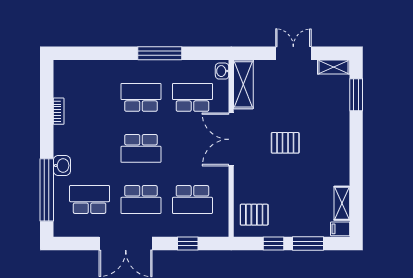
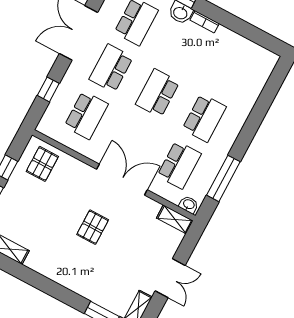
window: (160, 53) -> (223, 178), moved
shelving: (243, 84) -> (175, 219), width x0.67, depth x0.75
bookcase: (59, 111) -> (205, 22), moved
school desk: (192, 199) -> (86, 115), turned 180

